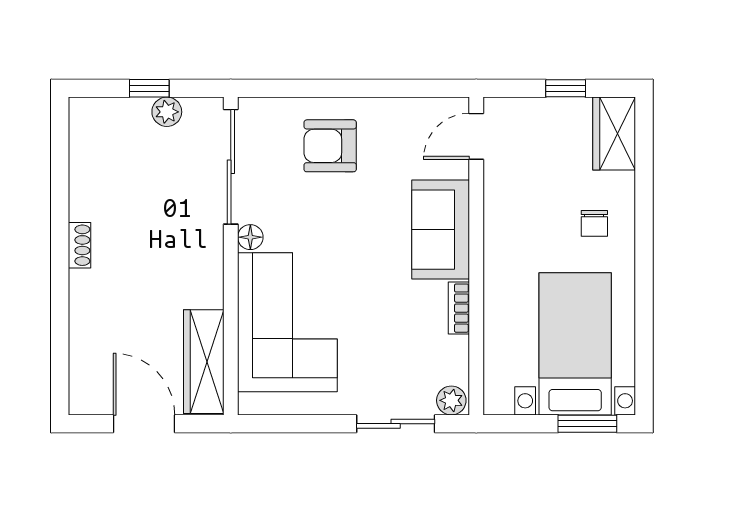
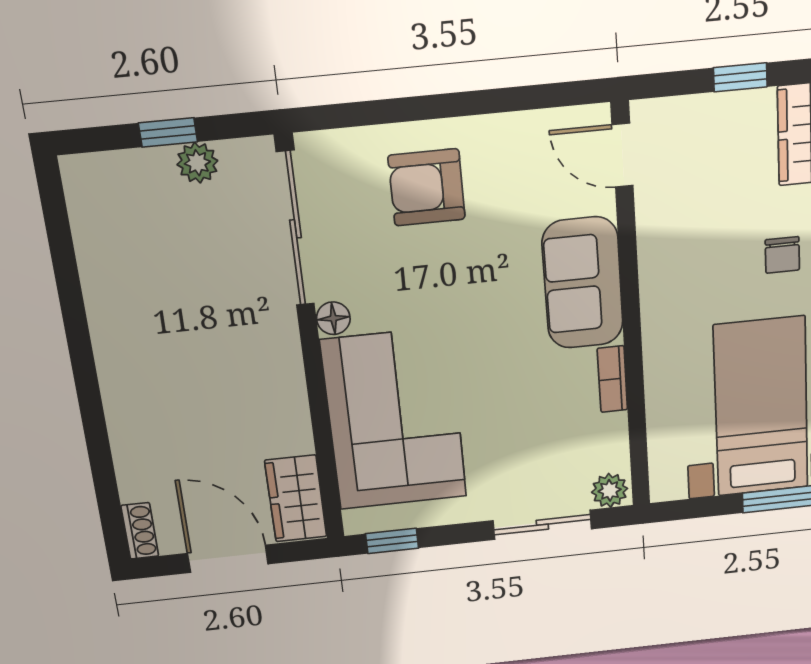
door: (476, 136) -> (623, 155), hinge flipped
shoe rack: (79, 245) -> (140, 531), moved
wardrobe: (204, 362) -> (296, 499), width x0.67
window: (275, 424) -> (392, 541), added

